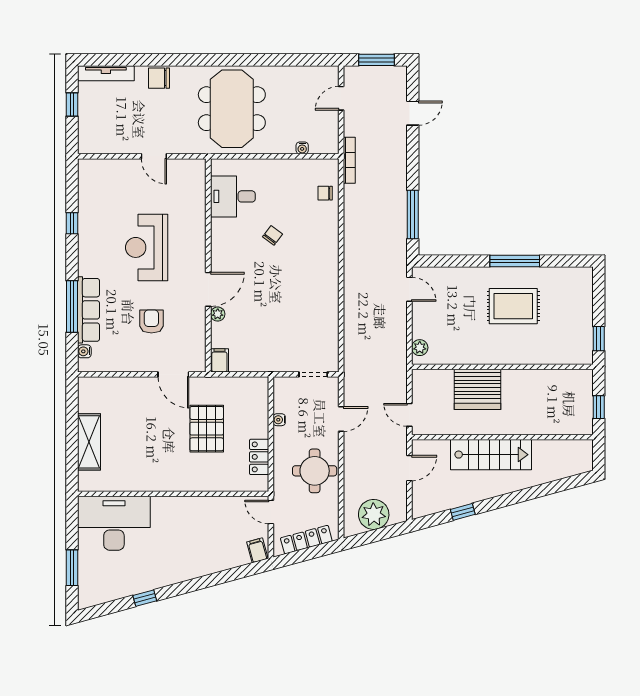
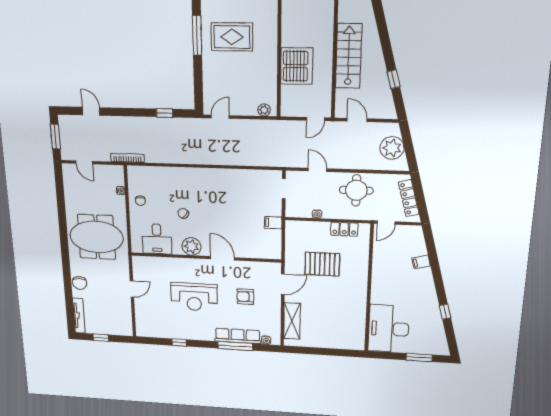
chair: (325, 193) -> (140, 201), moved
window: (413, 215) -> (165, 113), width x0.46
rug: (513, 306) -> (232, 37), turned 90
plant: (218, 314) -> (191, 246), moved, width x1.88, depth x1.88
filing cabinet: (219, 360) -> (273, 223), moved
shelving: (89, 442) -> (292, 321), moved, turned 90
filing cabinet: (257, 550) -> (421, 262), moved

